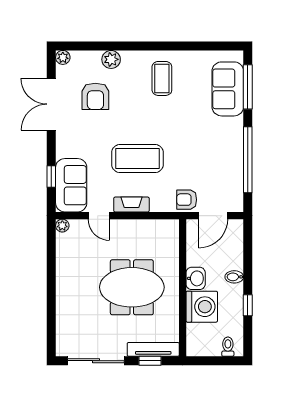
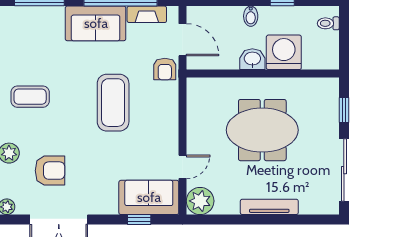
sofa: (228, 89) -> (96, 23), moved
coffee table: (137, 159) -> (113, 103), moved
fireplace: (131, 205) -> (147, 14), moved, turned -90
plant: (62, 226) -> (200, 201), width x1.88, depth x1.88
meeting table: (132, 287) -> (262, 130), turned 90
tv unit: (153, 349) -> (269, 207), moved, turned 90

